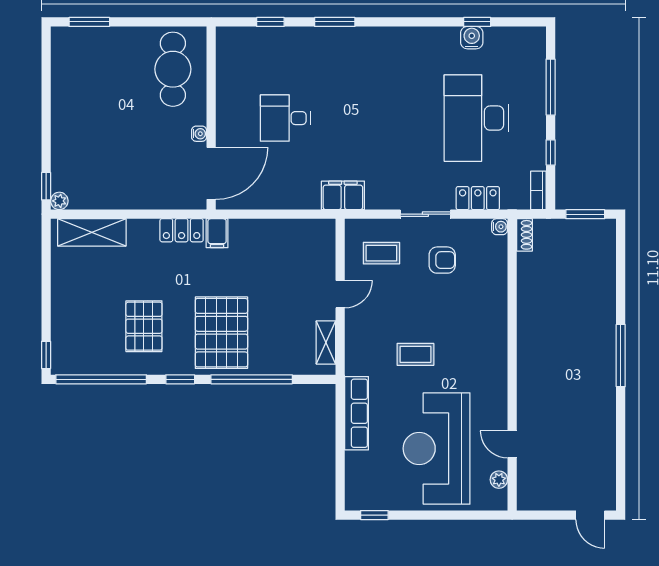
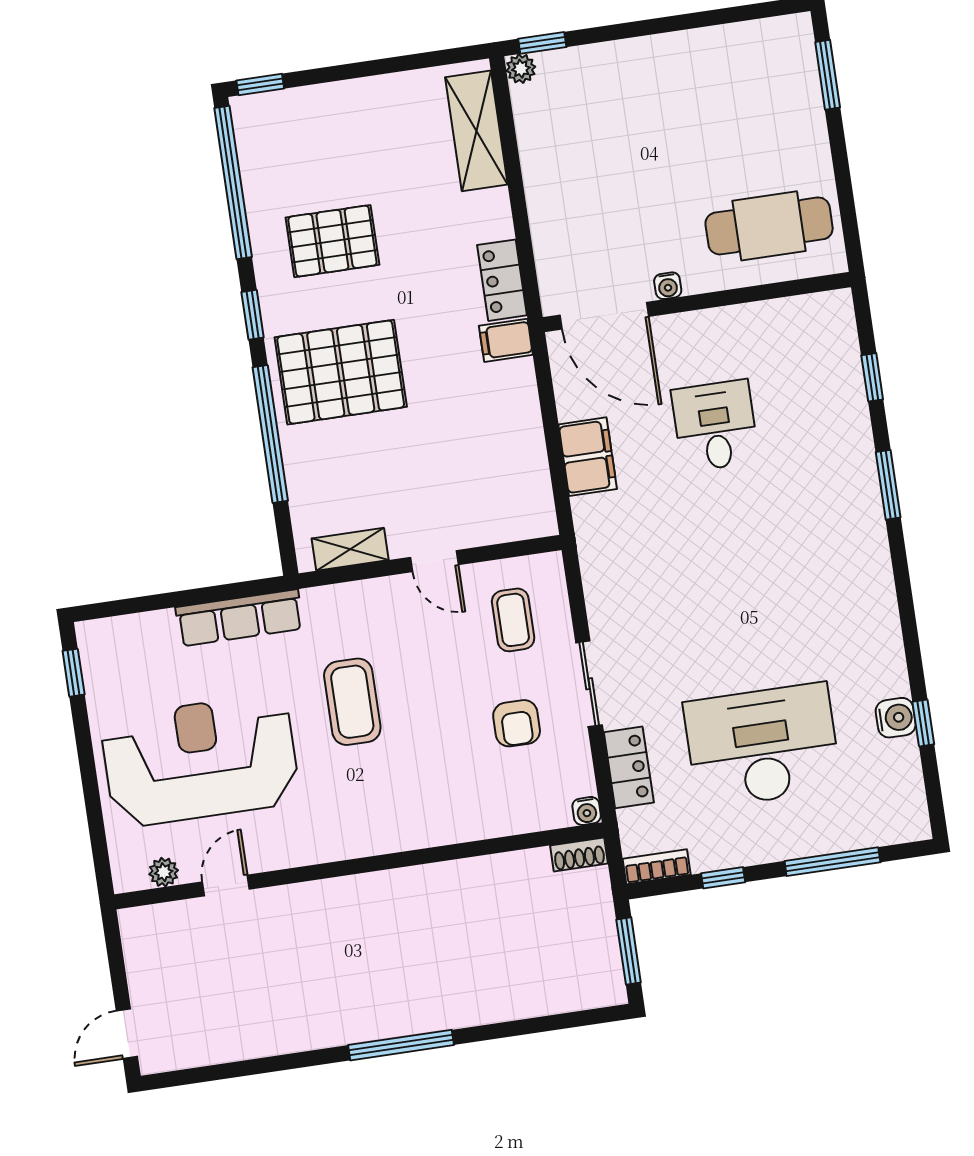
filing cabinet: (343, 195) -> (588, 457), moved
coffee table: (415, 354) -> (352, 702), width x1.36, depth x1.30

